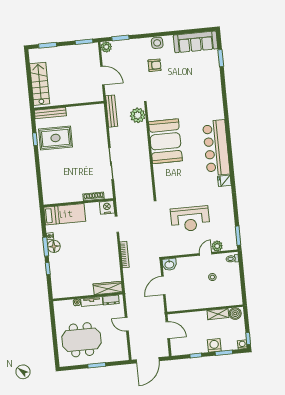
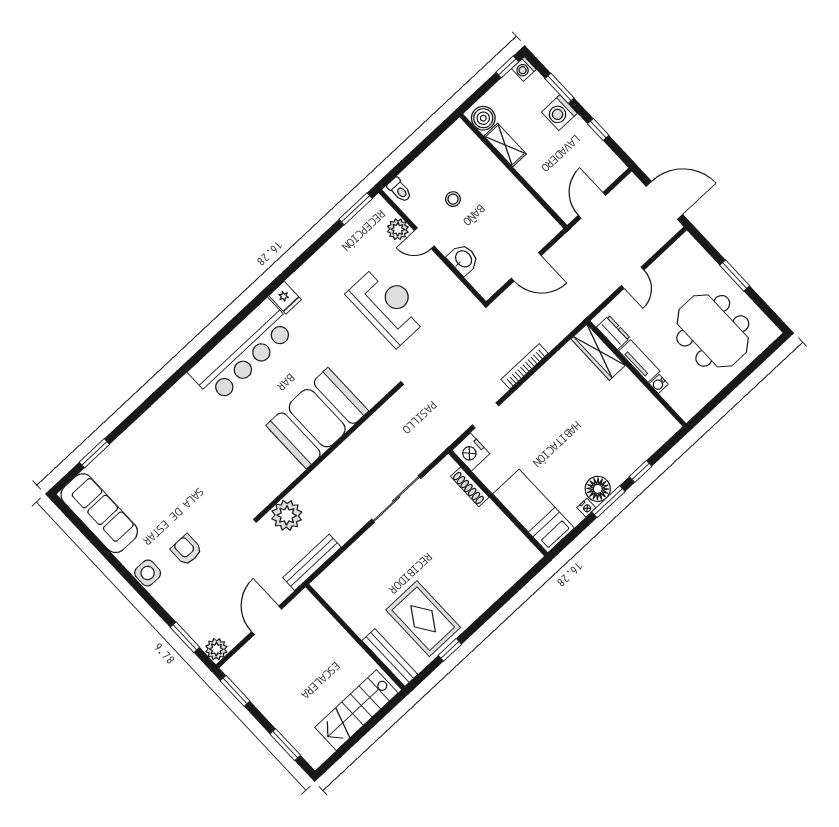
booth: (165, 141) -> (317, 418), moved
washbasin: (169, 264) -> (463, 259), moved

